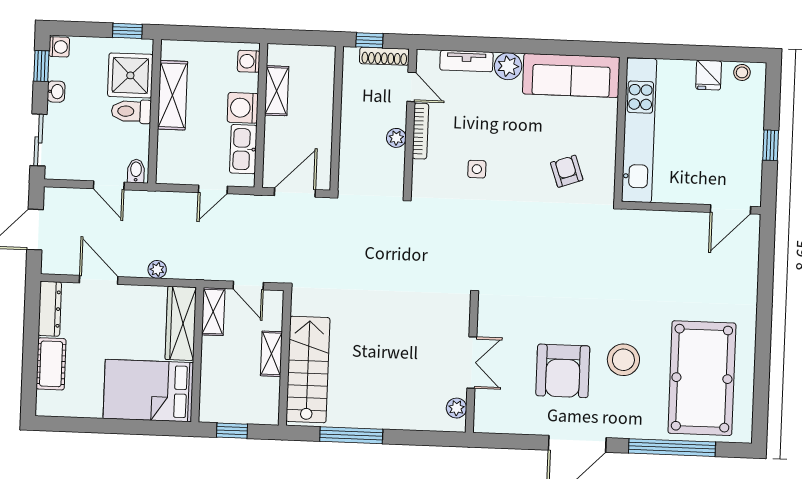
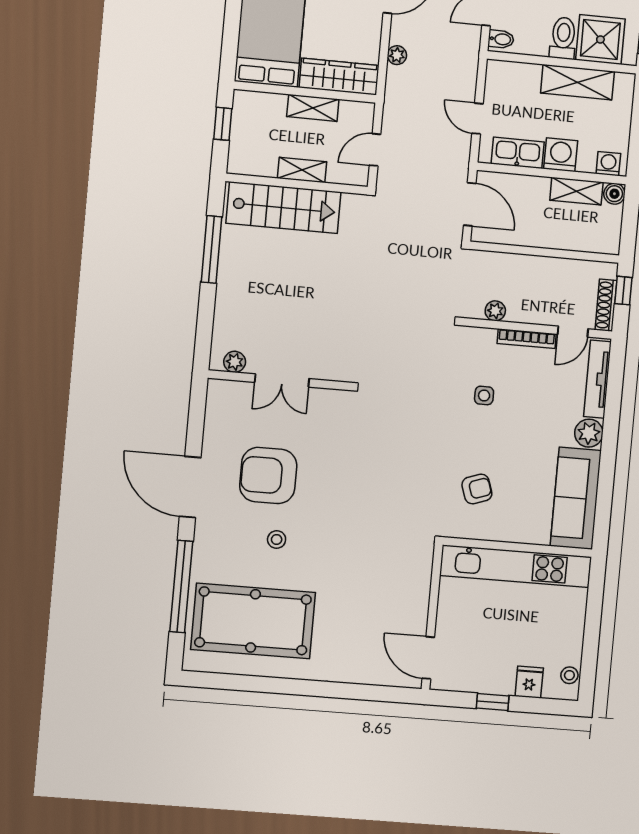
boiler: (277, 54) -> (614, 194), added
tv unit: (466, 61) -> (597, 379), width x1.41
fridge: (709, 75) -> (529, 682), moved, turned 90
plant: (396, 138) -> (495, 311), moved
shelving: (213, 312) -> (313, 108), moved
stool: (623, 360) -> (277, 539), width x0.53, depth x0.53

